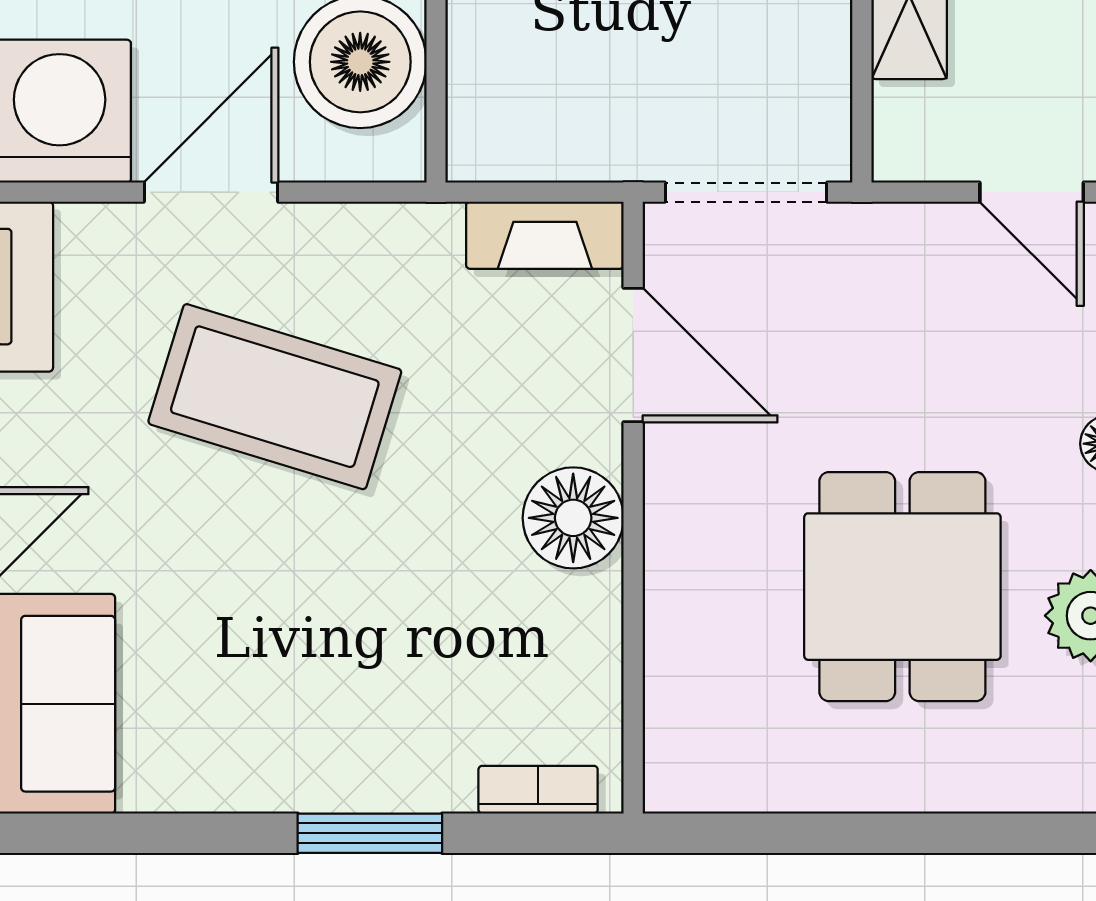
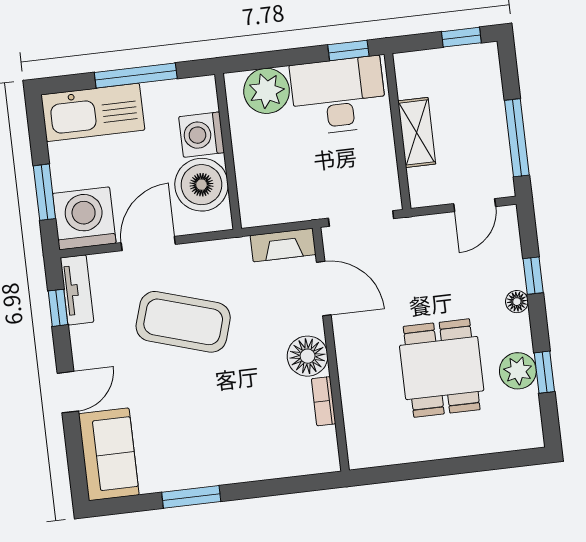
door: (1032, 192) -> (475, 205), hinge flipped
bookcase: (538, 790) -> (324, 401), moved, turned -90
window: (370, 833) -> (191, 497), moved

